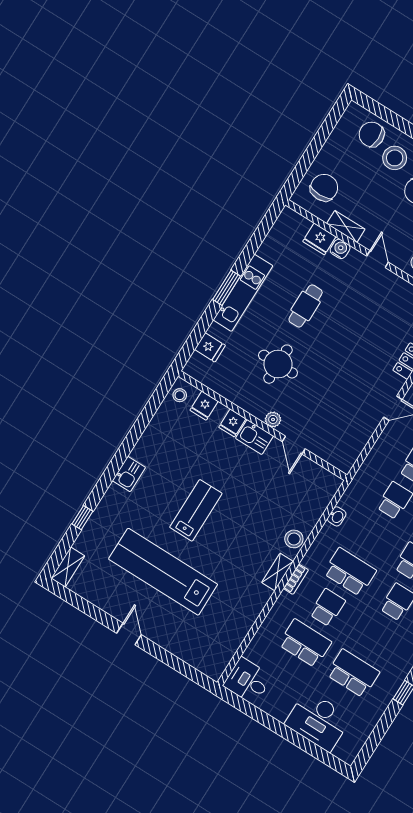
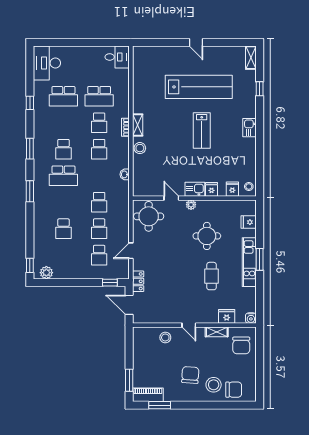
water cooler: (340, 249) -> (251, 318), moved
round table: (340, 440) -> (149, 216), added
school desk: (350, 572) -> (99, 149), width x0.54
desk: (318, 721) -> (47, 63), moved, turned -90

